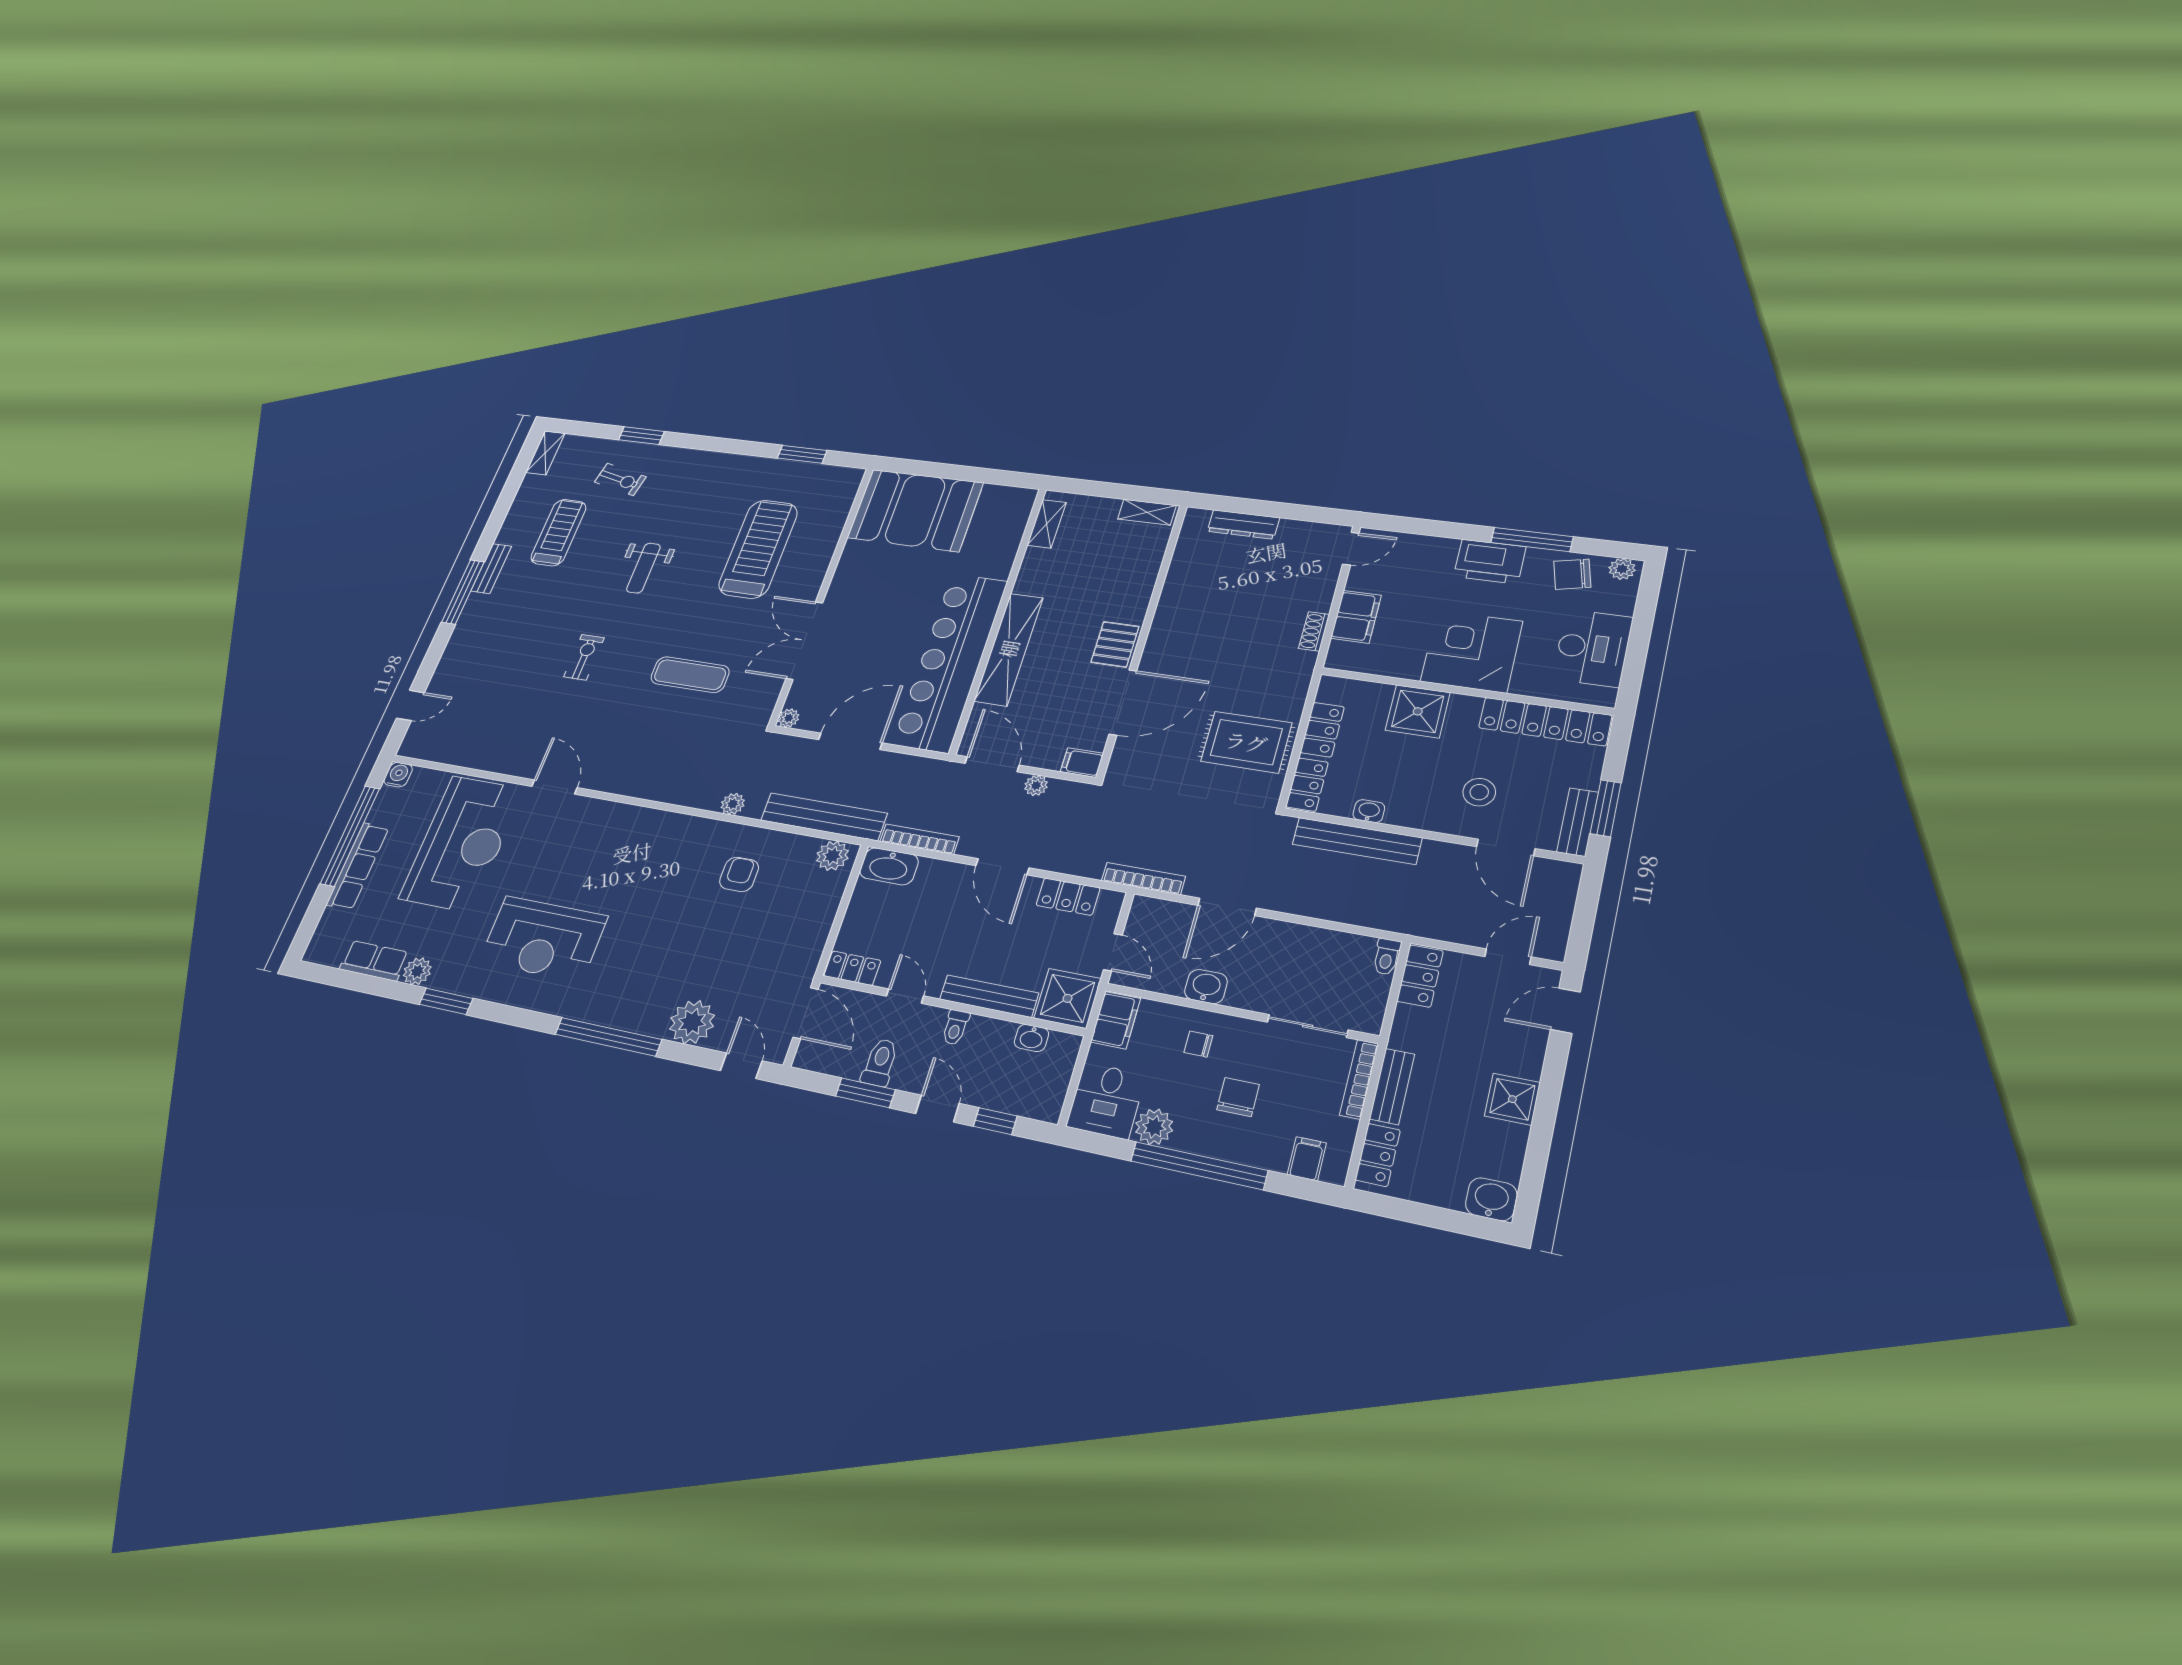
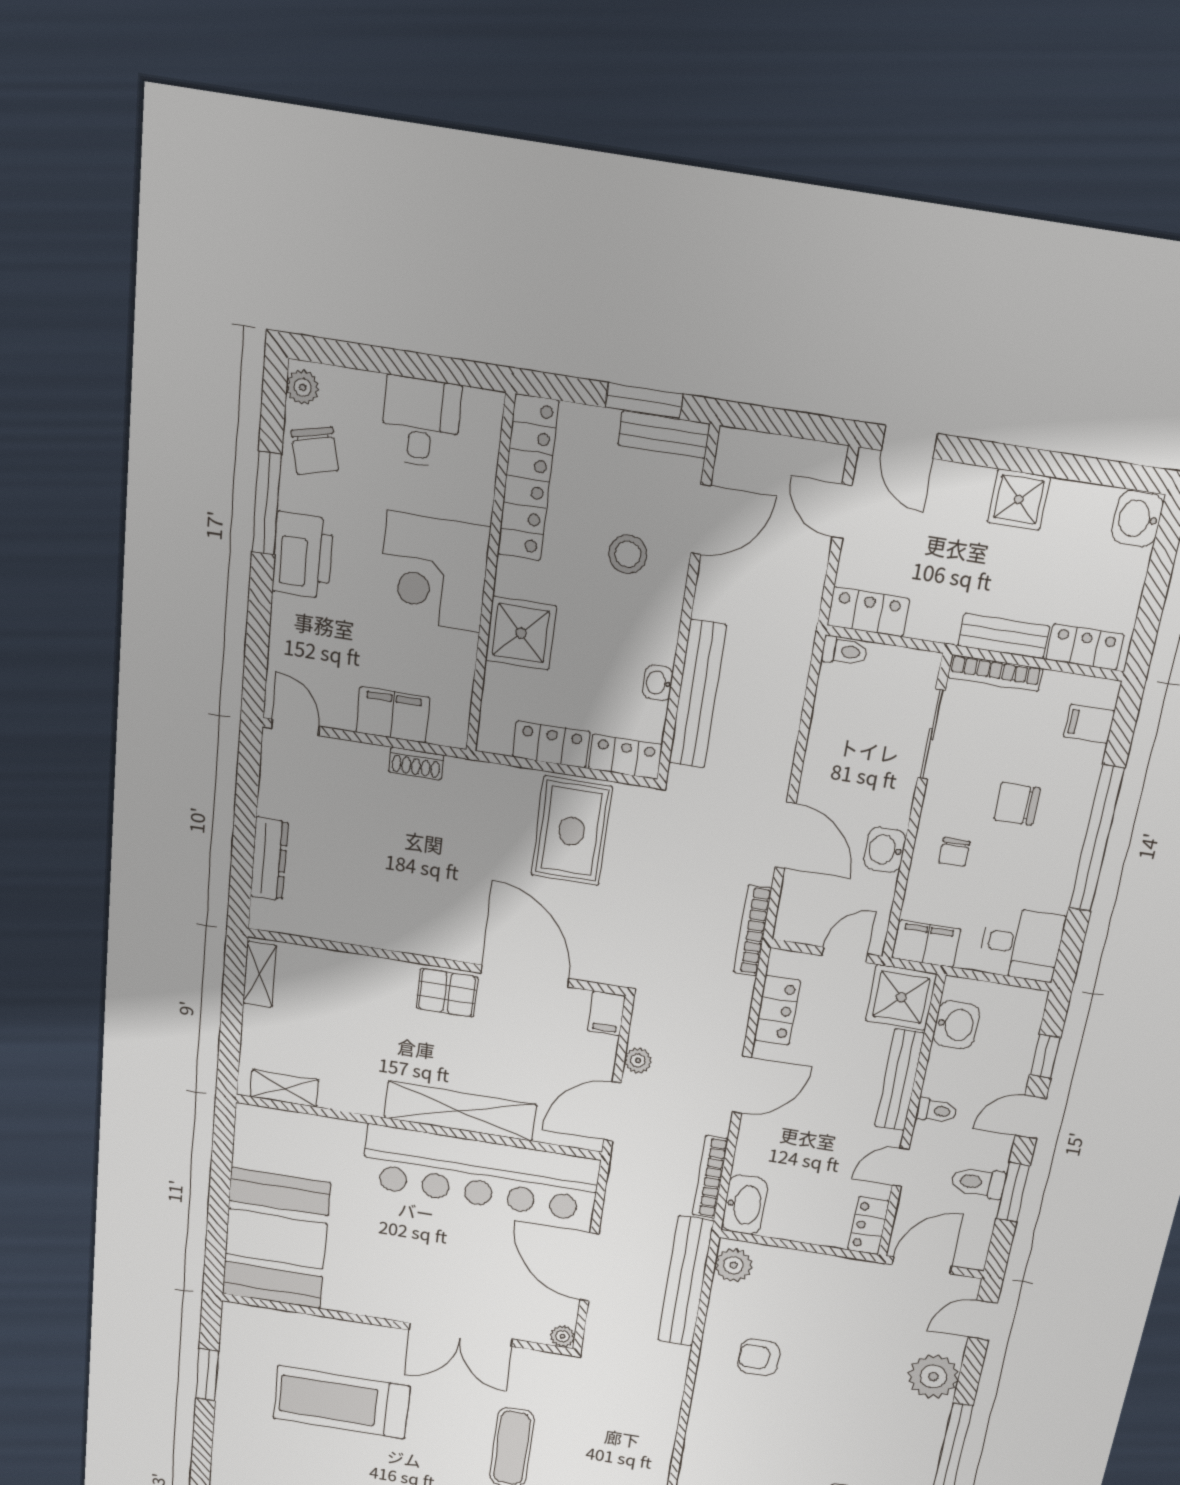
desk: (1593, 648) -> (421, 422), width x0.73
plant: (733, 804) -> (673, 1377), removed
washbasin: (1031, 1038) -> (956, 1025), width x1.38, depth x1.45
plant: (1154, 1127) -> (1052, 890), removed

